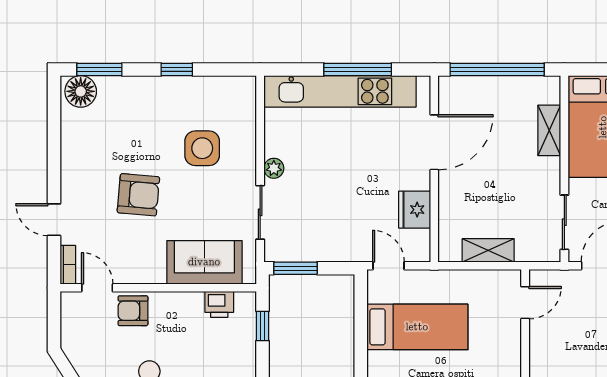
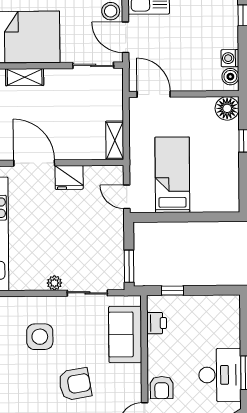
armchair: (138, 195) -> (75, 384), turned 75
fridge: (415, 210) -> (69, 178), moved
shelving: (488, 250) -> (115, 140), moved
door: (388, 266) -> (127, 197), hinge flipped
door: (525, 303) -> (154, 94), width x1.37

